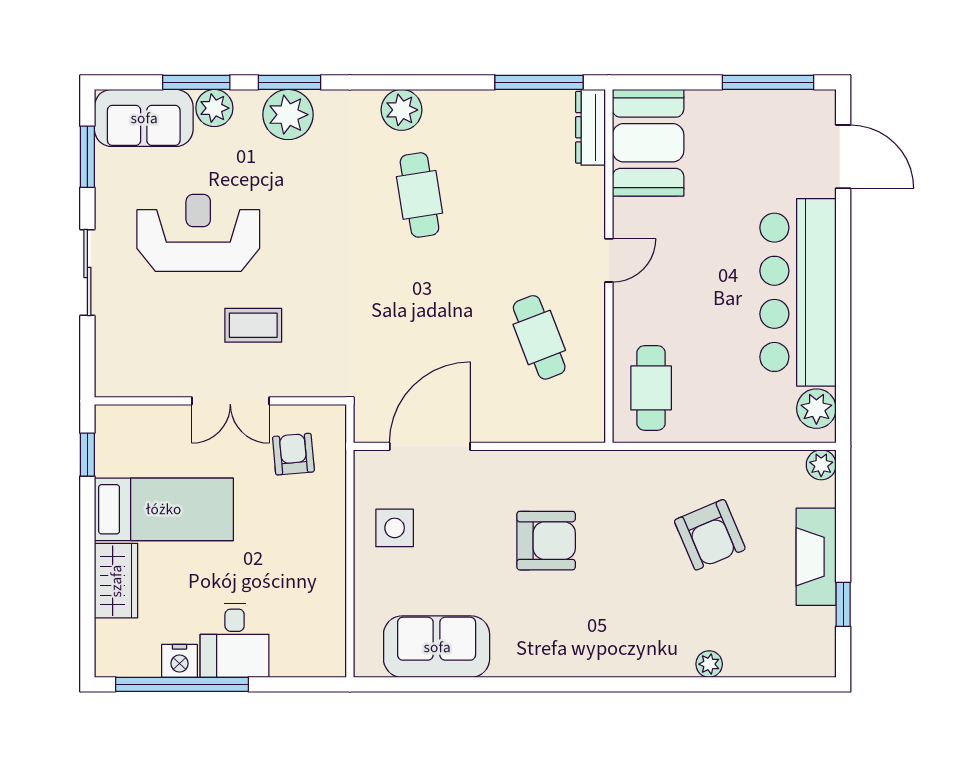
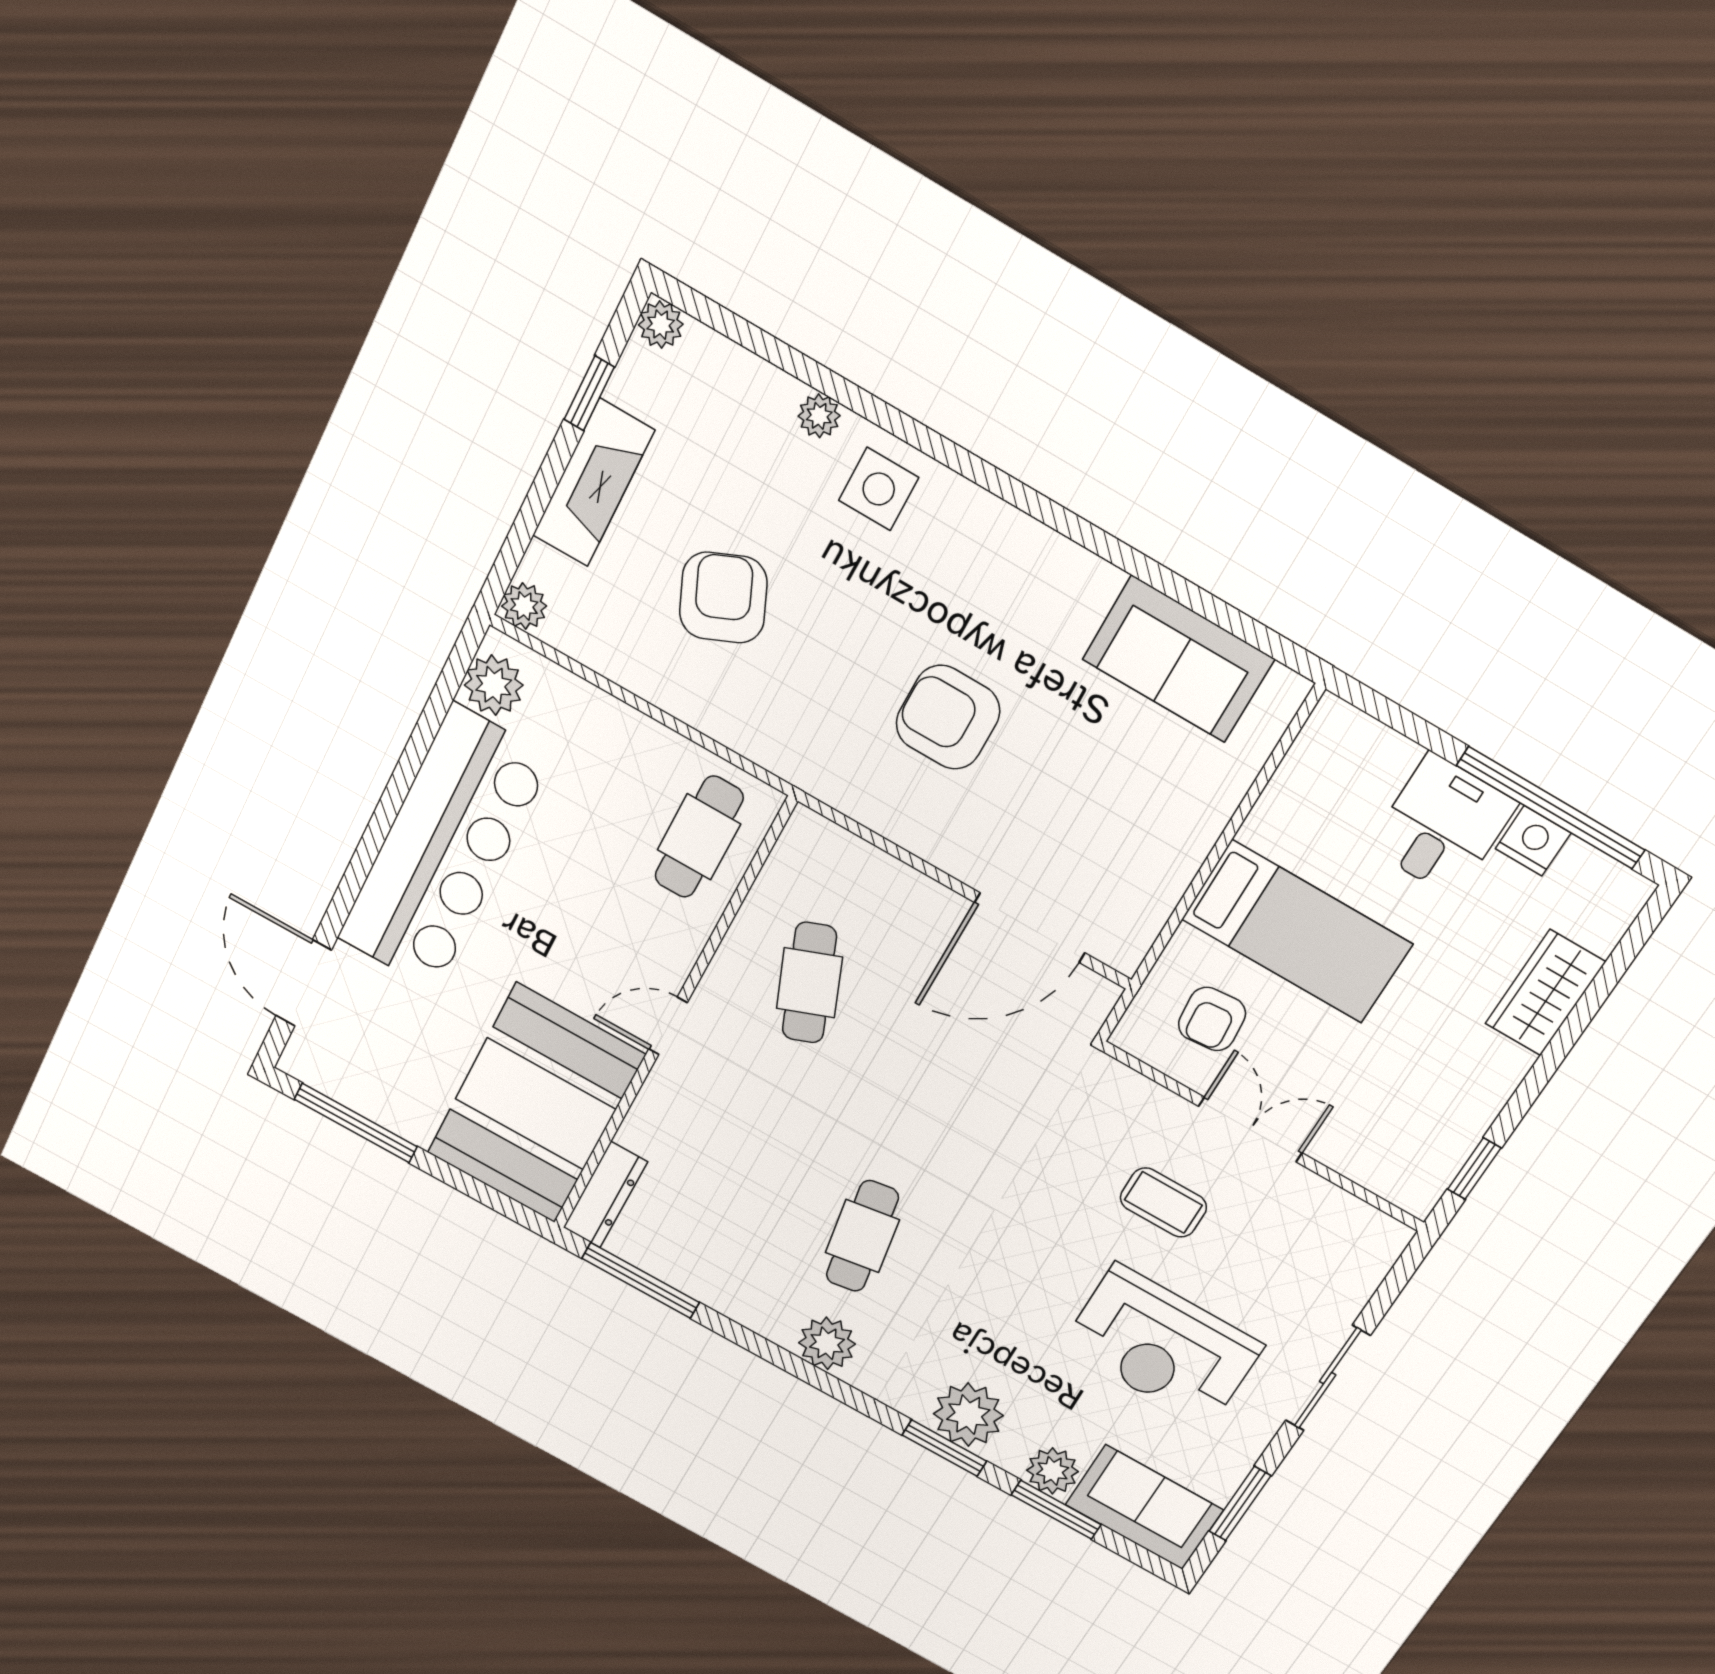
booth: (648, 143) -> (536, 1104), width x1.36, depth x1.42
bed: (164, 509) -> (1297, 932), moved, turned 180
side table: (395, 528) -> (879, 489), moved
plant: (822, 663) -> (661, 325), added

